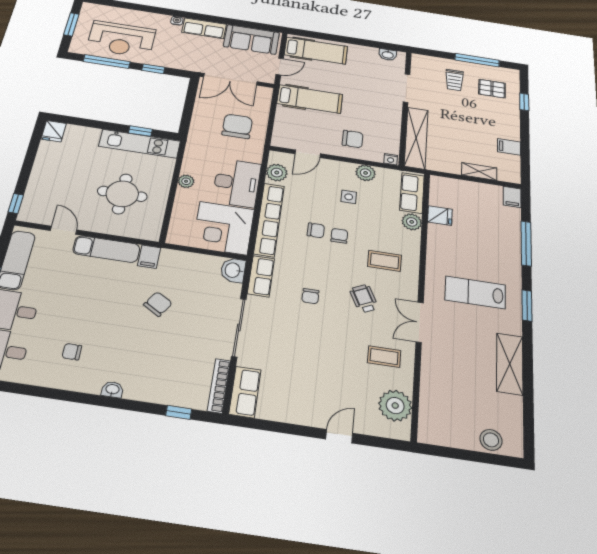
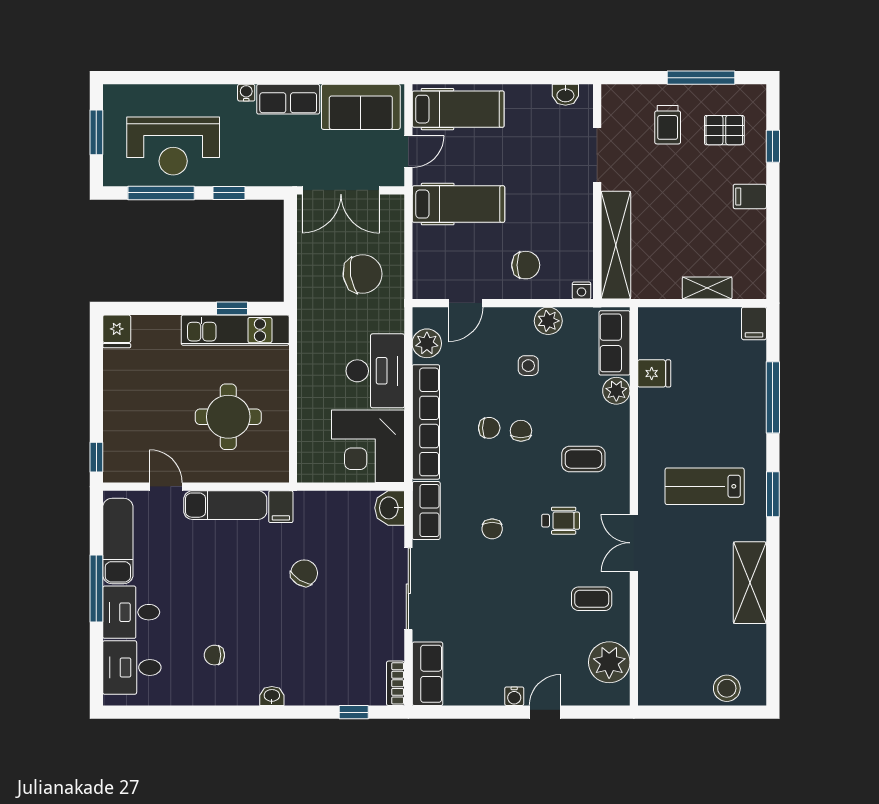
chair: (237, 126) -> (363, 274), turned 81
filing cabinet: (509, 147) -> (750, 196), moved
plant: (186, 181) -> (308, 381), removed
wheelchair: (364, 299) -> (561, 521), turned 116
bookcase: (219, 386) -> (395, 683), width x0.64
water cooler: (315, 420) -> (514, 696), added

